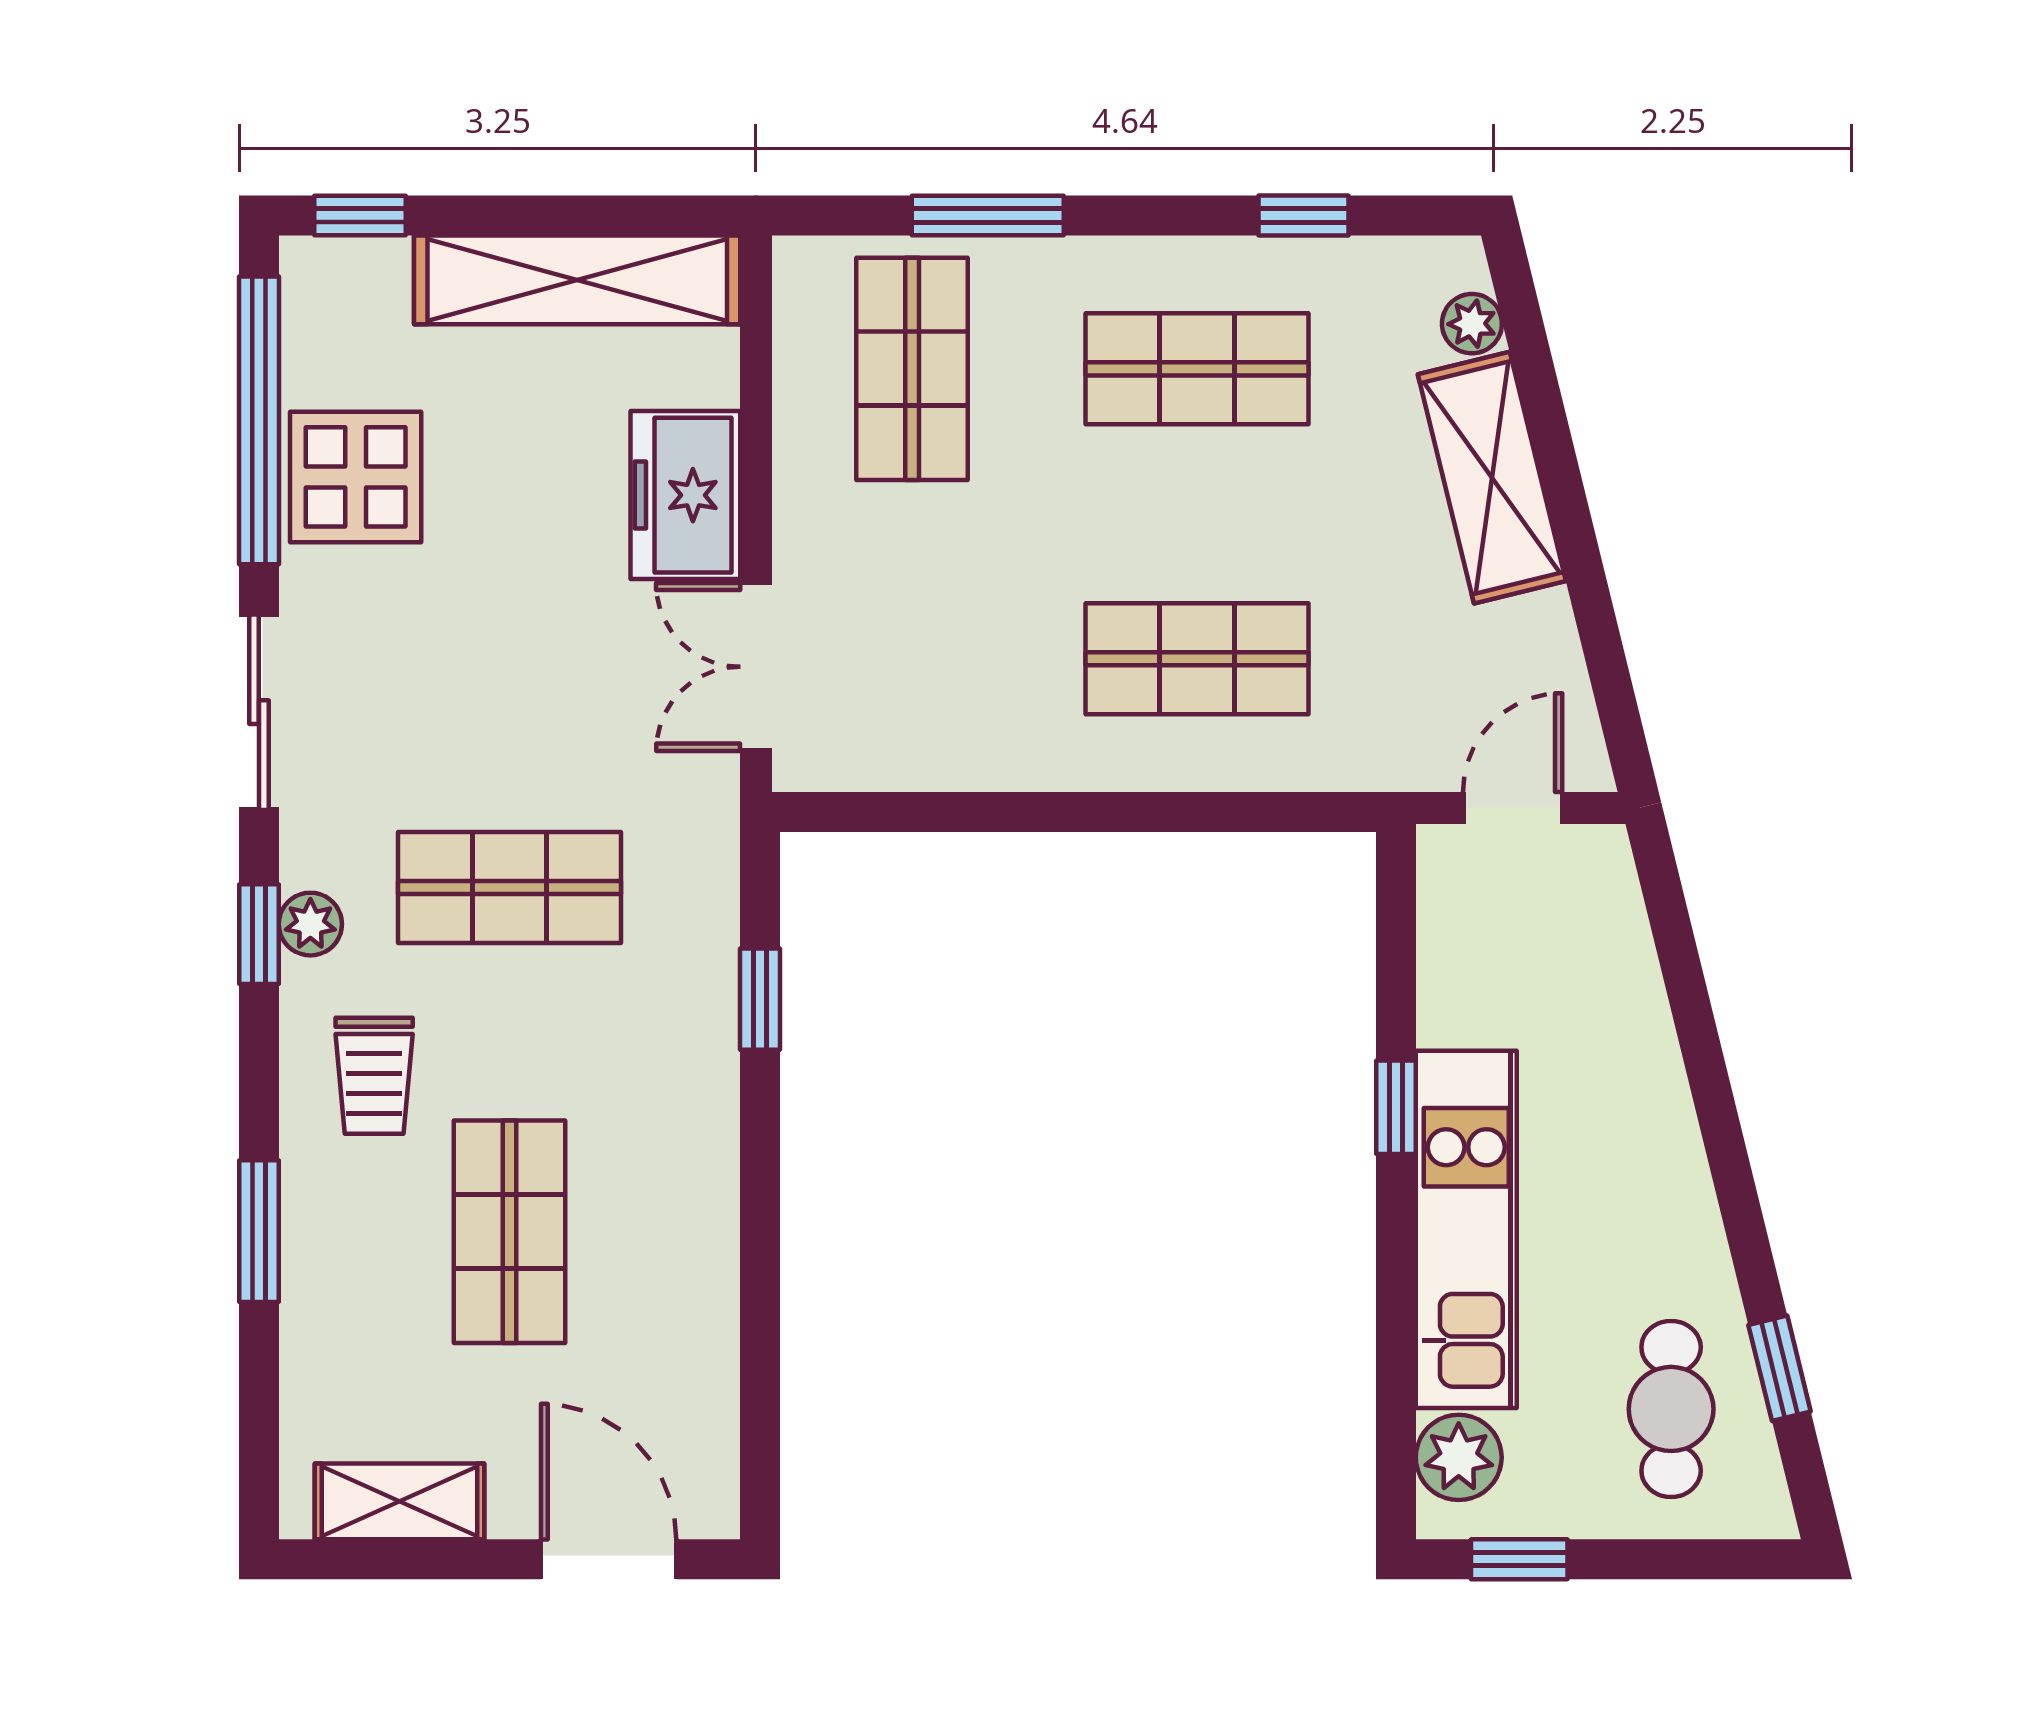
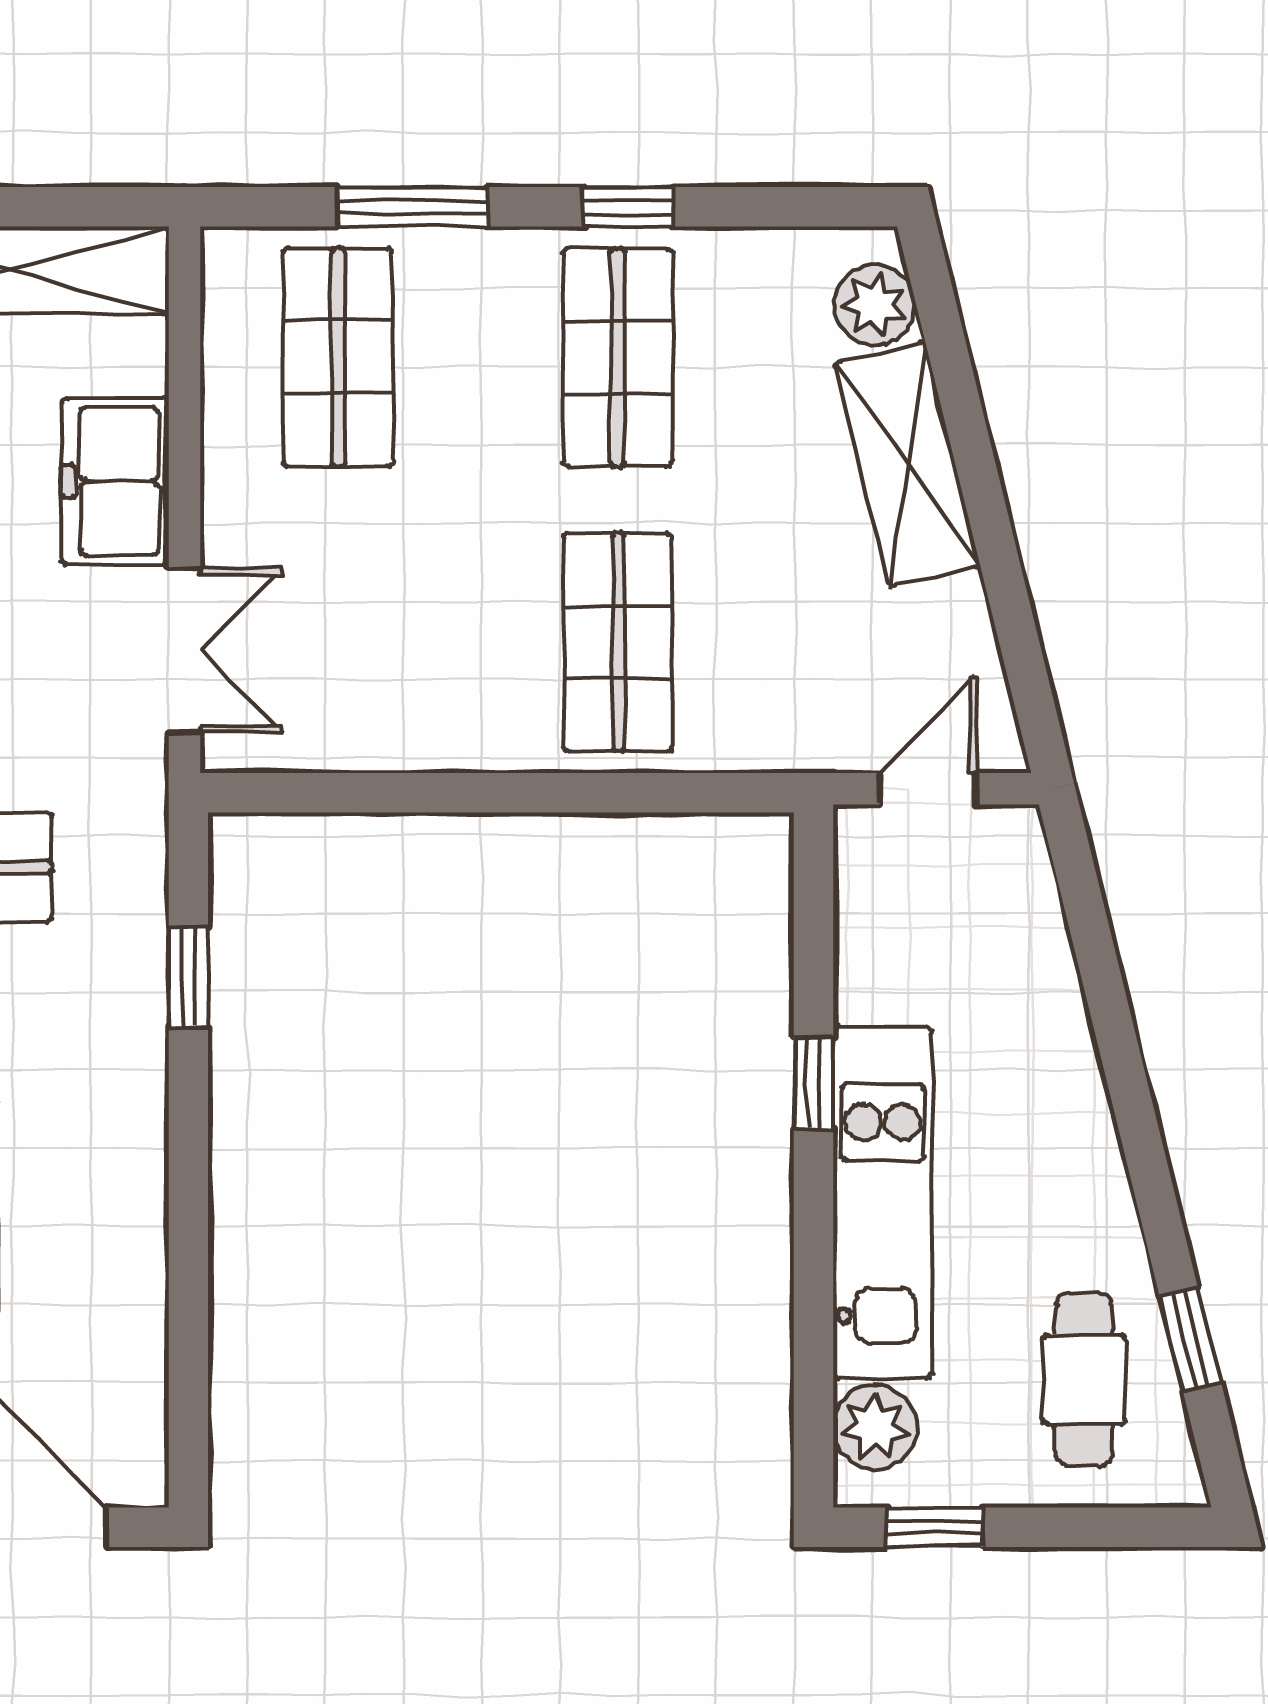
window: (1303, 216) -> (629, 207), moved
plant: (1472, 324) -> (875, 305), width x1.38, depth x1.38
shop shelf: (1197, 369) -> (618, 357), turned 90
shop shelf: (1197, 659) -> (618, 642), turned 90
double door: (756, 667) -> (185, 650), swing flipped

